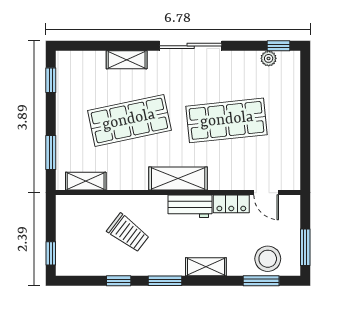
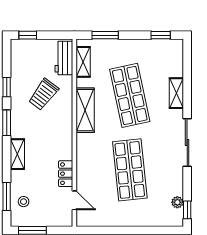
shelving: (178, 179) -> (85, 110), moved
door: (266, 193) -> (74, 200), swing flipped
workbench: (190, 206) -> (64, 58), moved
stool: (268, 259) -> (24, 202), width x0.53, depth x0.53

